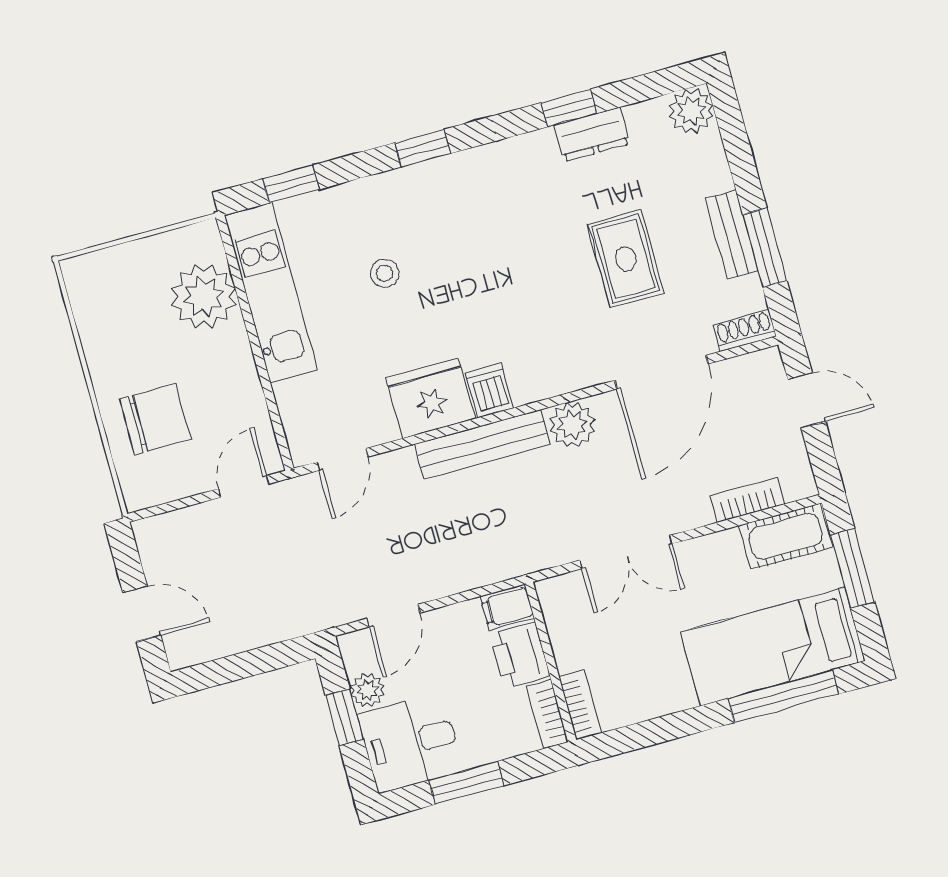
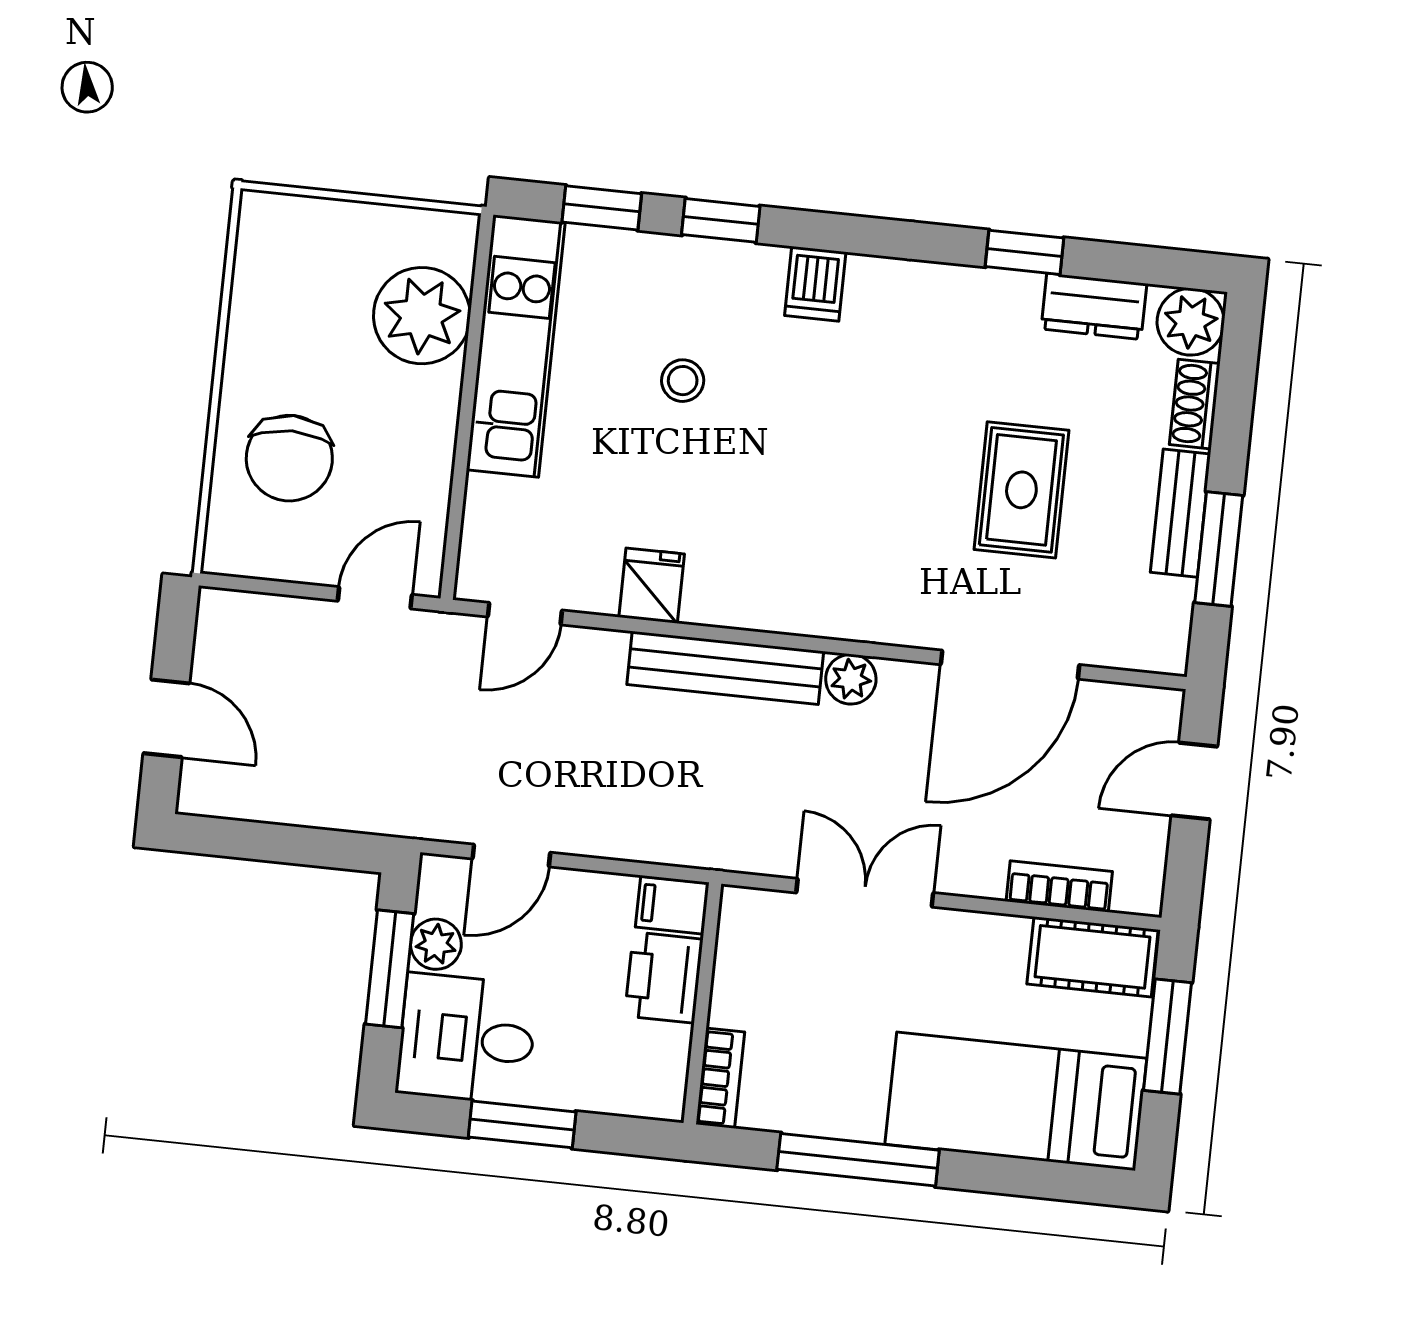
dresser: (592, 134) -> (1094, 306), moved
window: (423, 148) -> (721, 220), moved
shoe rack: (744, 330) -> (1195, 404), moved, turned -90
dishwasher: (490, 390) -> (815, 284), moved, turned 180
fridge: (430, 398) -> (652, 586), width x0.53, depth x0.75
door: (807, 400) -> (1194, 781), swing flipped
chair: (155, 419) -> (289, 458), turned 90
plant: (572, 425) -> (851, 679), width x0.73, depth x0.73
double door: (626, 552) -> (865, 893), swing flipped
window: (783, 696) -> (858, 1160), moved
bookcase: (547, 714) -> (670, 1074), removed
window: (344, 717) -> (390, 969), width x1.50

